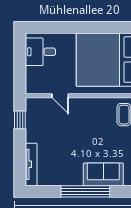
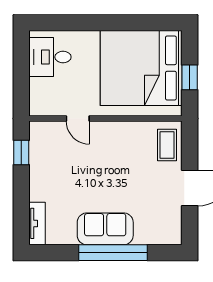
tv unit: (31, 164) -> (37, 223), width x0.71
sofa: (103, 174) -> (105, 229), moved

